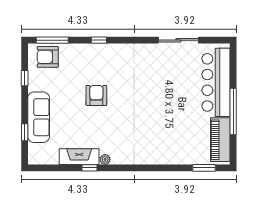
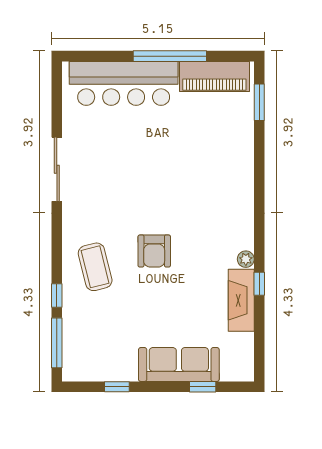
window: (99, 40) -> (57, 295), moved
sliding door: (178, 40) -> (57, 169), moved
armchair: (48, 57) -> (83, 350), removed
coffee table: (100, 64) -> (95, 267), added
armchair: (96, 95) -> (154, 251), moved, turned -90

